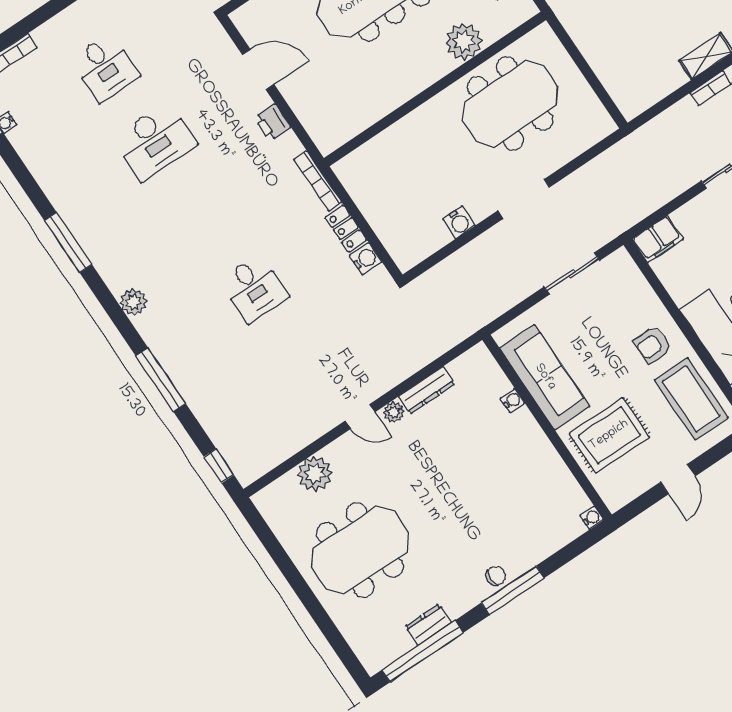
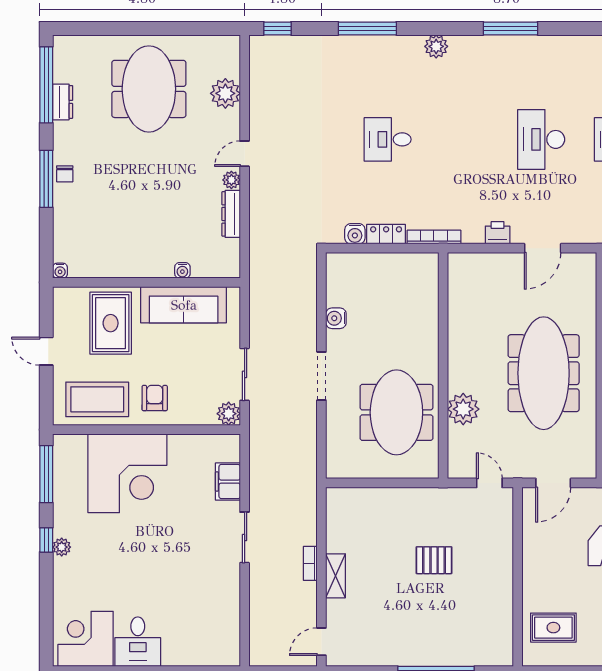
filing cabinet: (658, 239) -> (228, 482), moved
plant: (620, 264) -> (229, 414), added

